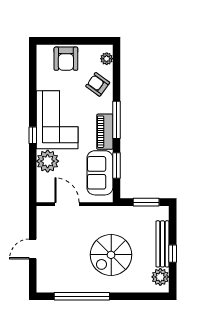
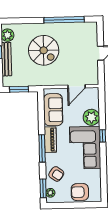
armchair: (66, 59) -> (80, 192), turned -90
window: (116, 165) -> (43, 188), moved
door: (67, 204) -> (76, 86), hinge flipped
spiral stairs: (111, 255) -> (44, 50), turned 90

